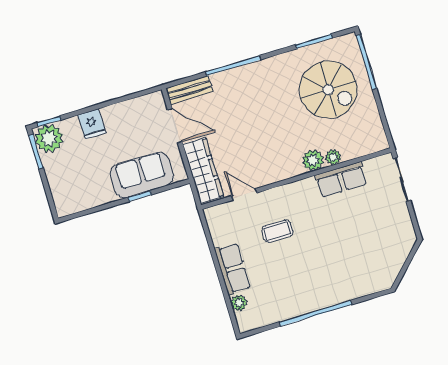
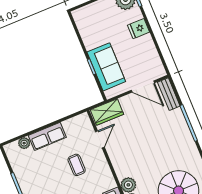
door: (175, 126) -> (143, 86), hinge flipped
wardrobe: (203, 170) -> (107, 112), width x0.67

